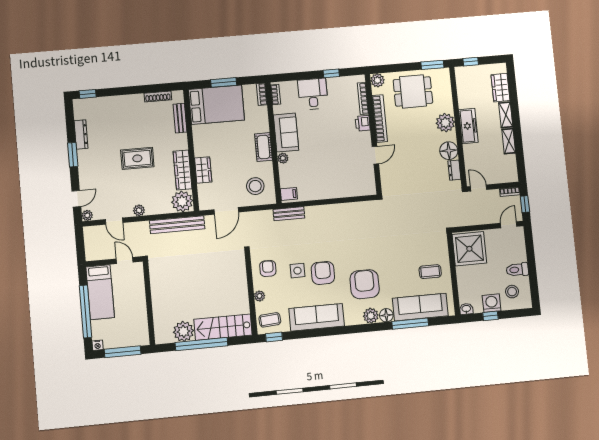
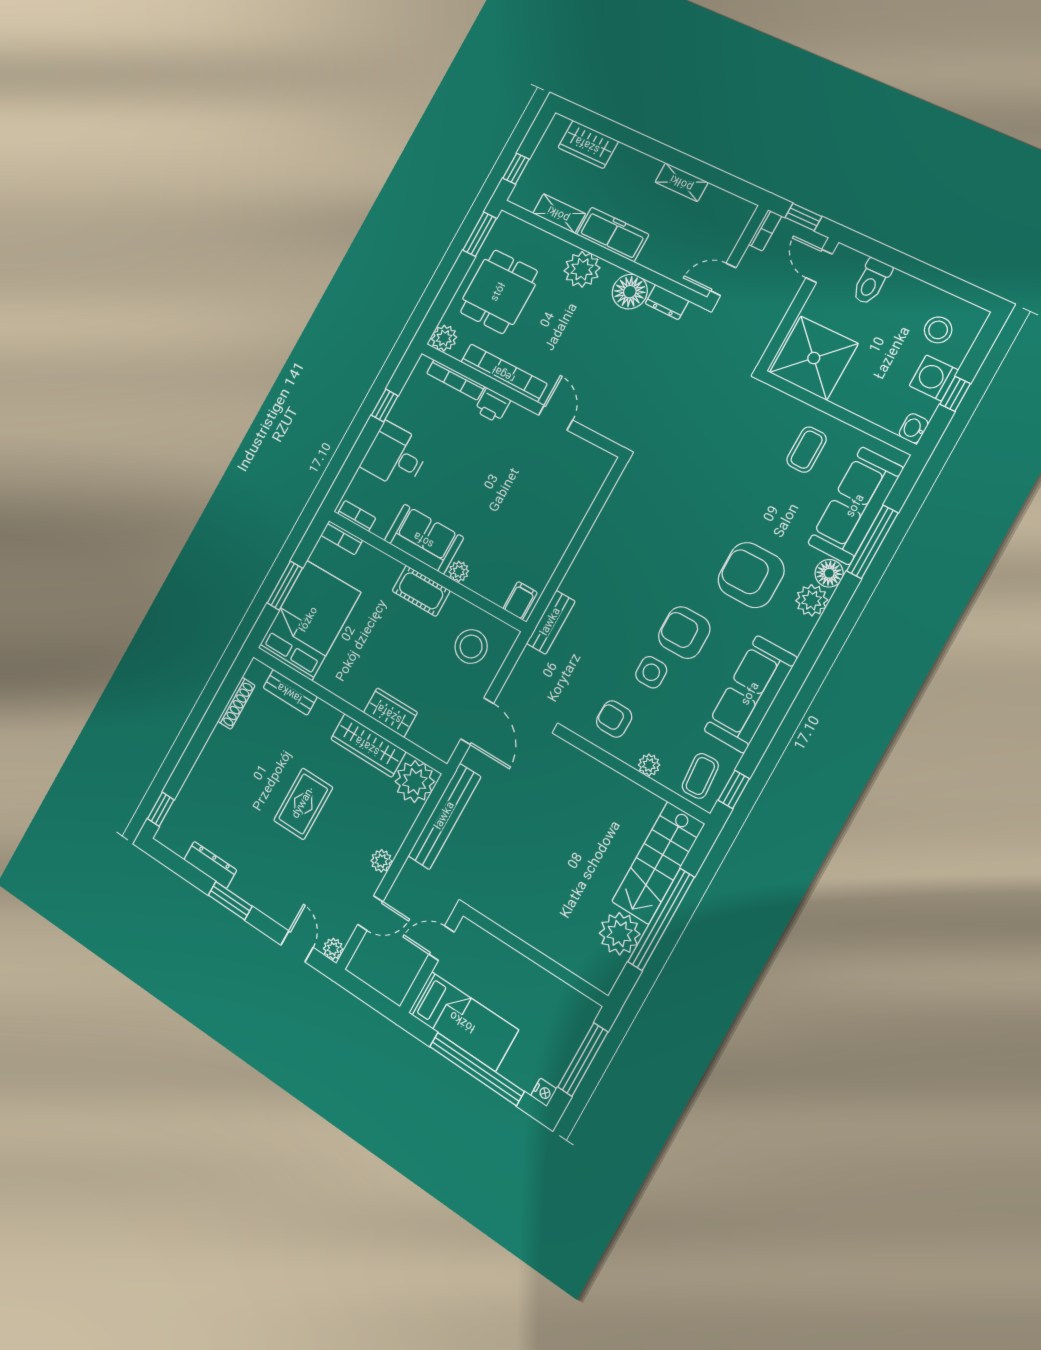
shelving: (506, 115) -> (559, 213), moved
toilet: (517, 270) -> (871, 281), moved

